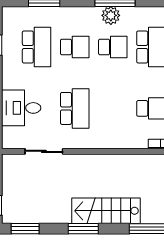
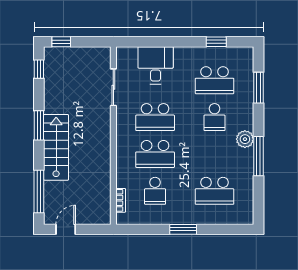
plant: (111, 15) -> (245, 139), moved
school desk: (113, 47) -> (155, 154), moved, width x1.85
window: (25, 229) -> (39, 69), width x0.67

